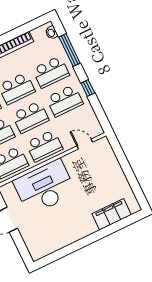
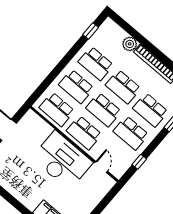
window: (88, 88) -> (139, 162), moved
desk: (45, 187) -> (62, 160), moved

